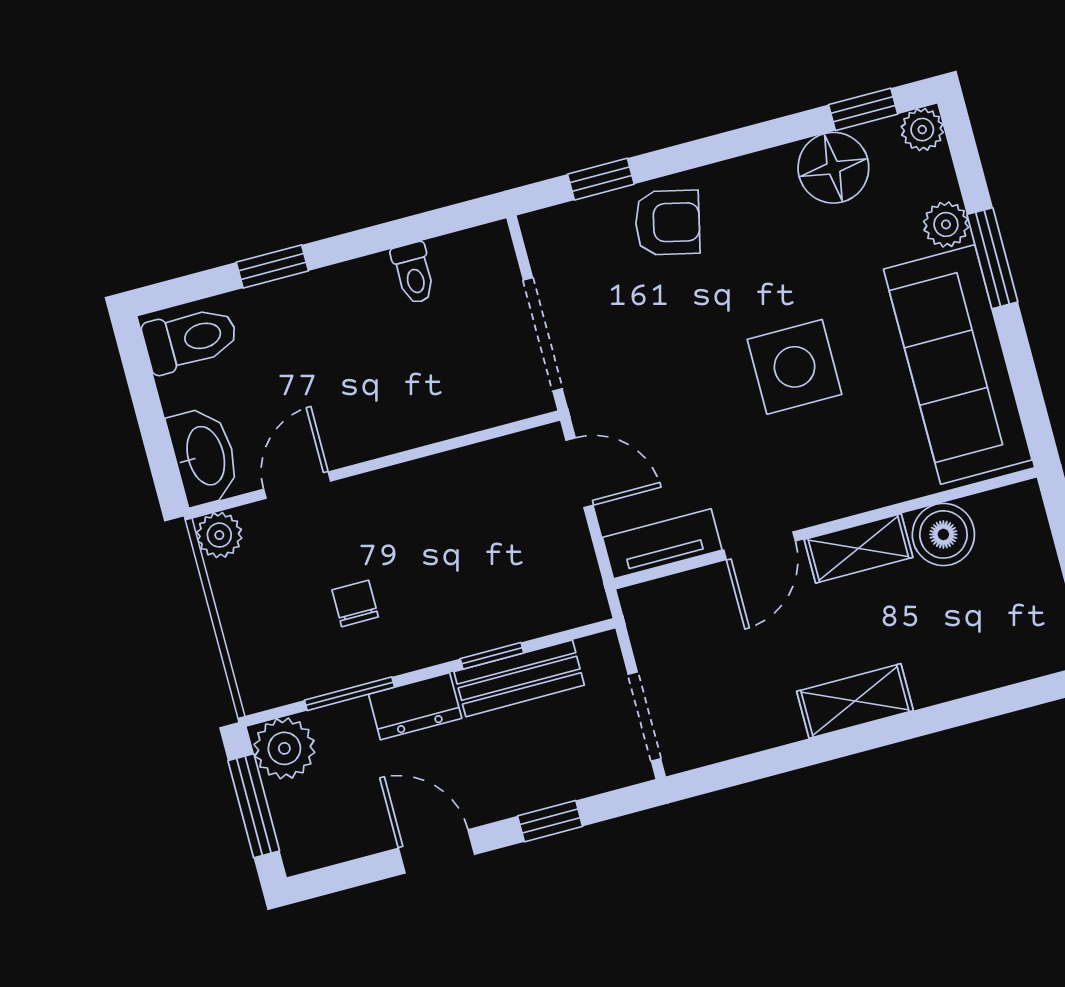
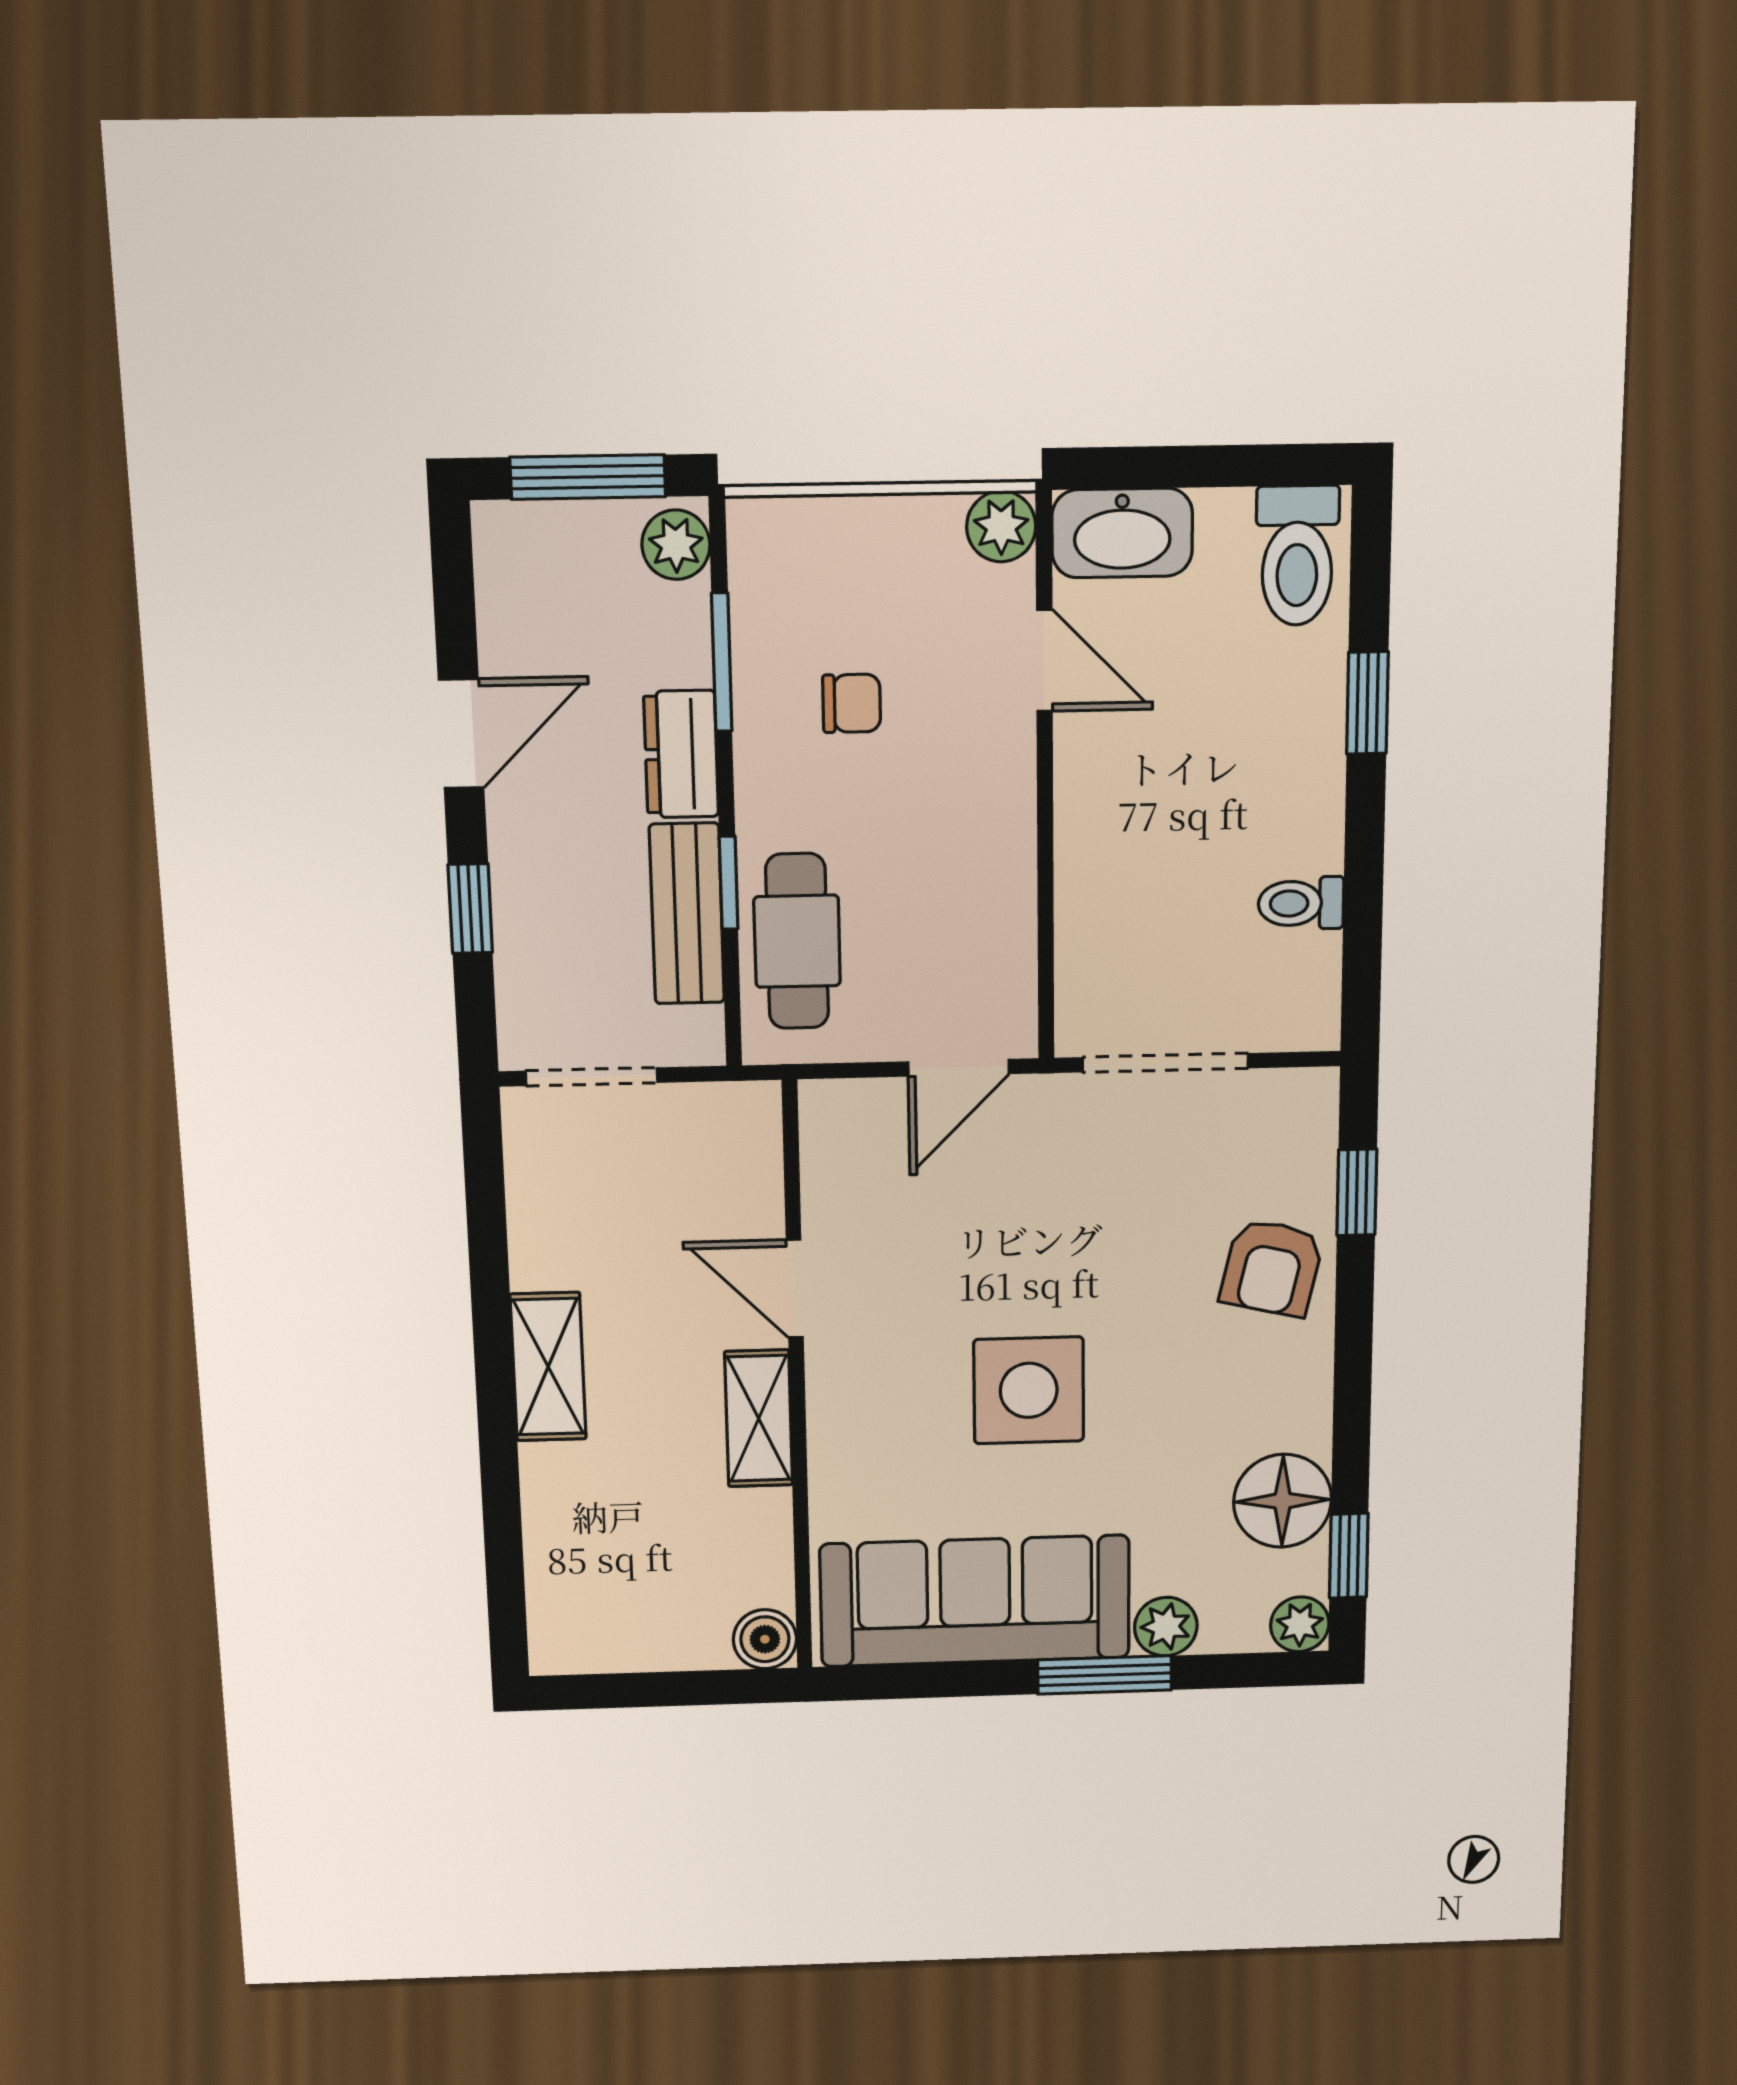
boiler: (943, 534) -> (765, 1639), moved, width x0.73, depth x0.73
tv unit: (662, 544) -> (830, 1158), removed
cafe table: (520, 601) -> (797, 941), added
plant: (284, 748) -> (676, 545), width x0.73, depth x0.73

